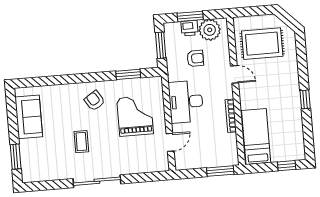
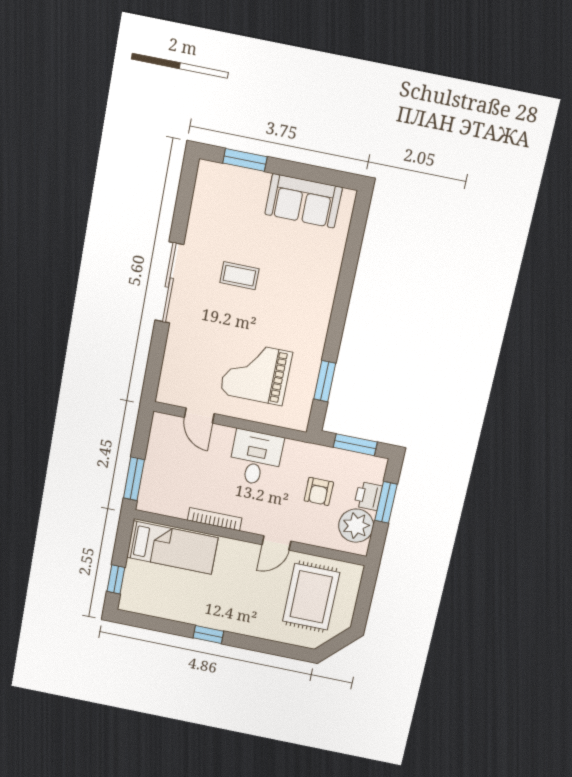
armchair: (94, 101) -> (299, 316), removed
desk: (186, 102) -> (256, 458), width x0.73
grand piano: (135, 116) -> (256, 373), turned 180

